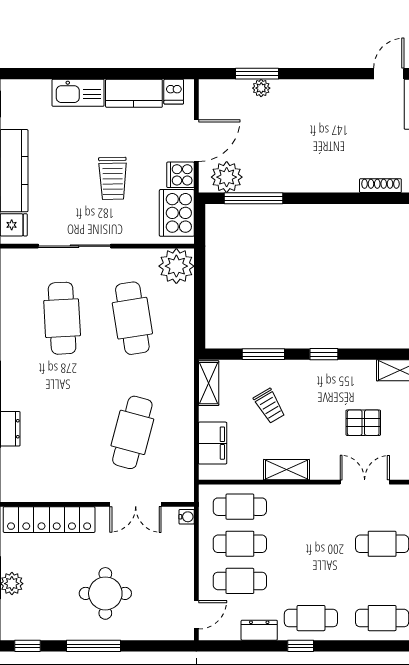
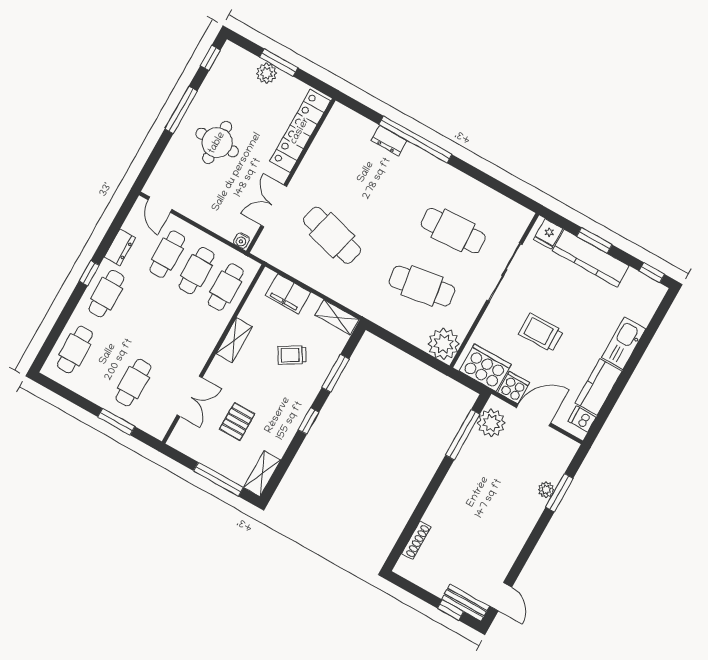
door: (196, 141) -> (534, 415), swing flipped

